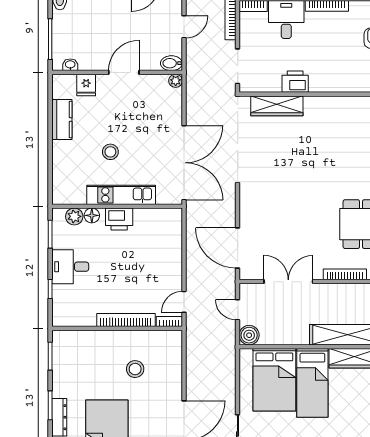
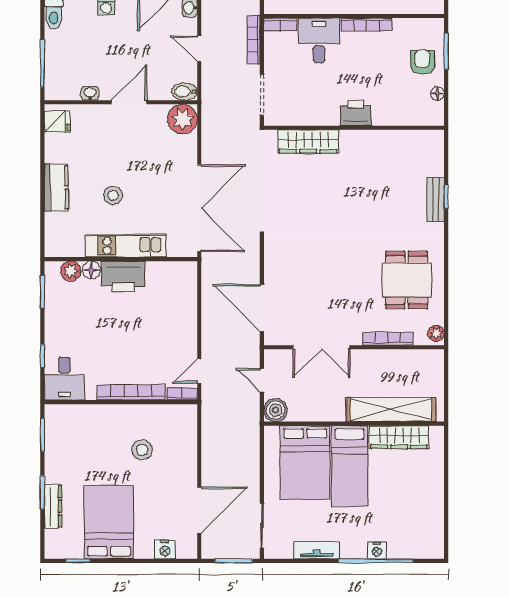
door: (184, 27) -> (199, 49), swing flipped
washbasin: (70, 65) -> (90, 93), moved
plant: (176, 81) -> (183, 119), width x1.88, depth x1.88
printer: (295, 82) -> (356, 113), moved
fridge: (86, 85) -> (57, 122), moved, turned -90
kitchen counter: (62, 120) -> (56, 187), moved
printer: (119, 219) -> (123, 277), width x1.37, depth x1.19
desk: (70, 267) -> (64, 379), moved, turned -90
double door: (288, 282) -> (322, 347), swing flipped

